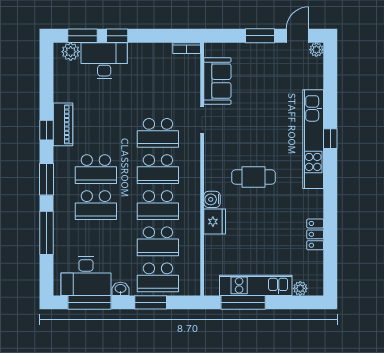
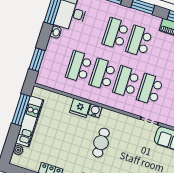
school desk: (158, 277) -> (55, 59), removed
window: (151, 302) -> (37, 60), moved

